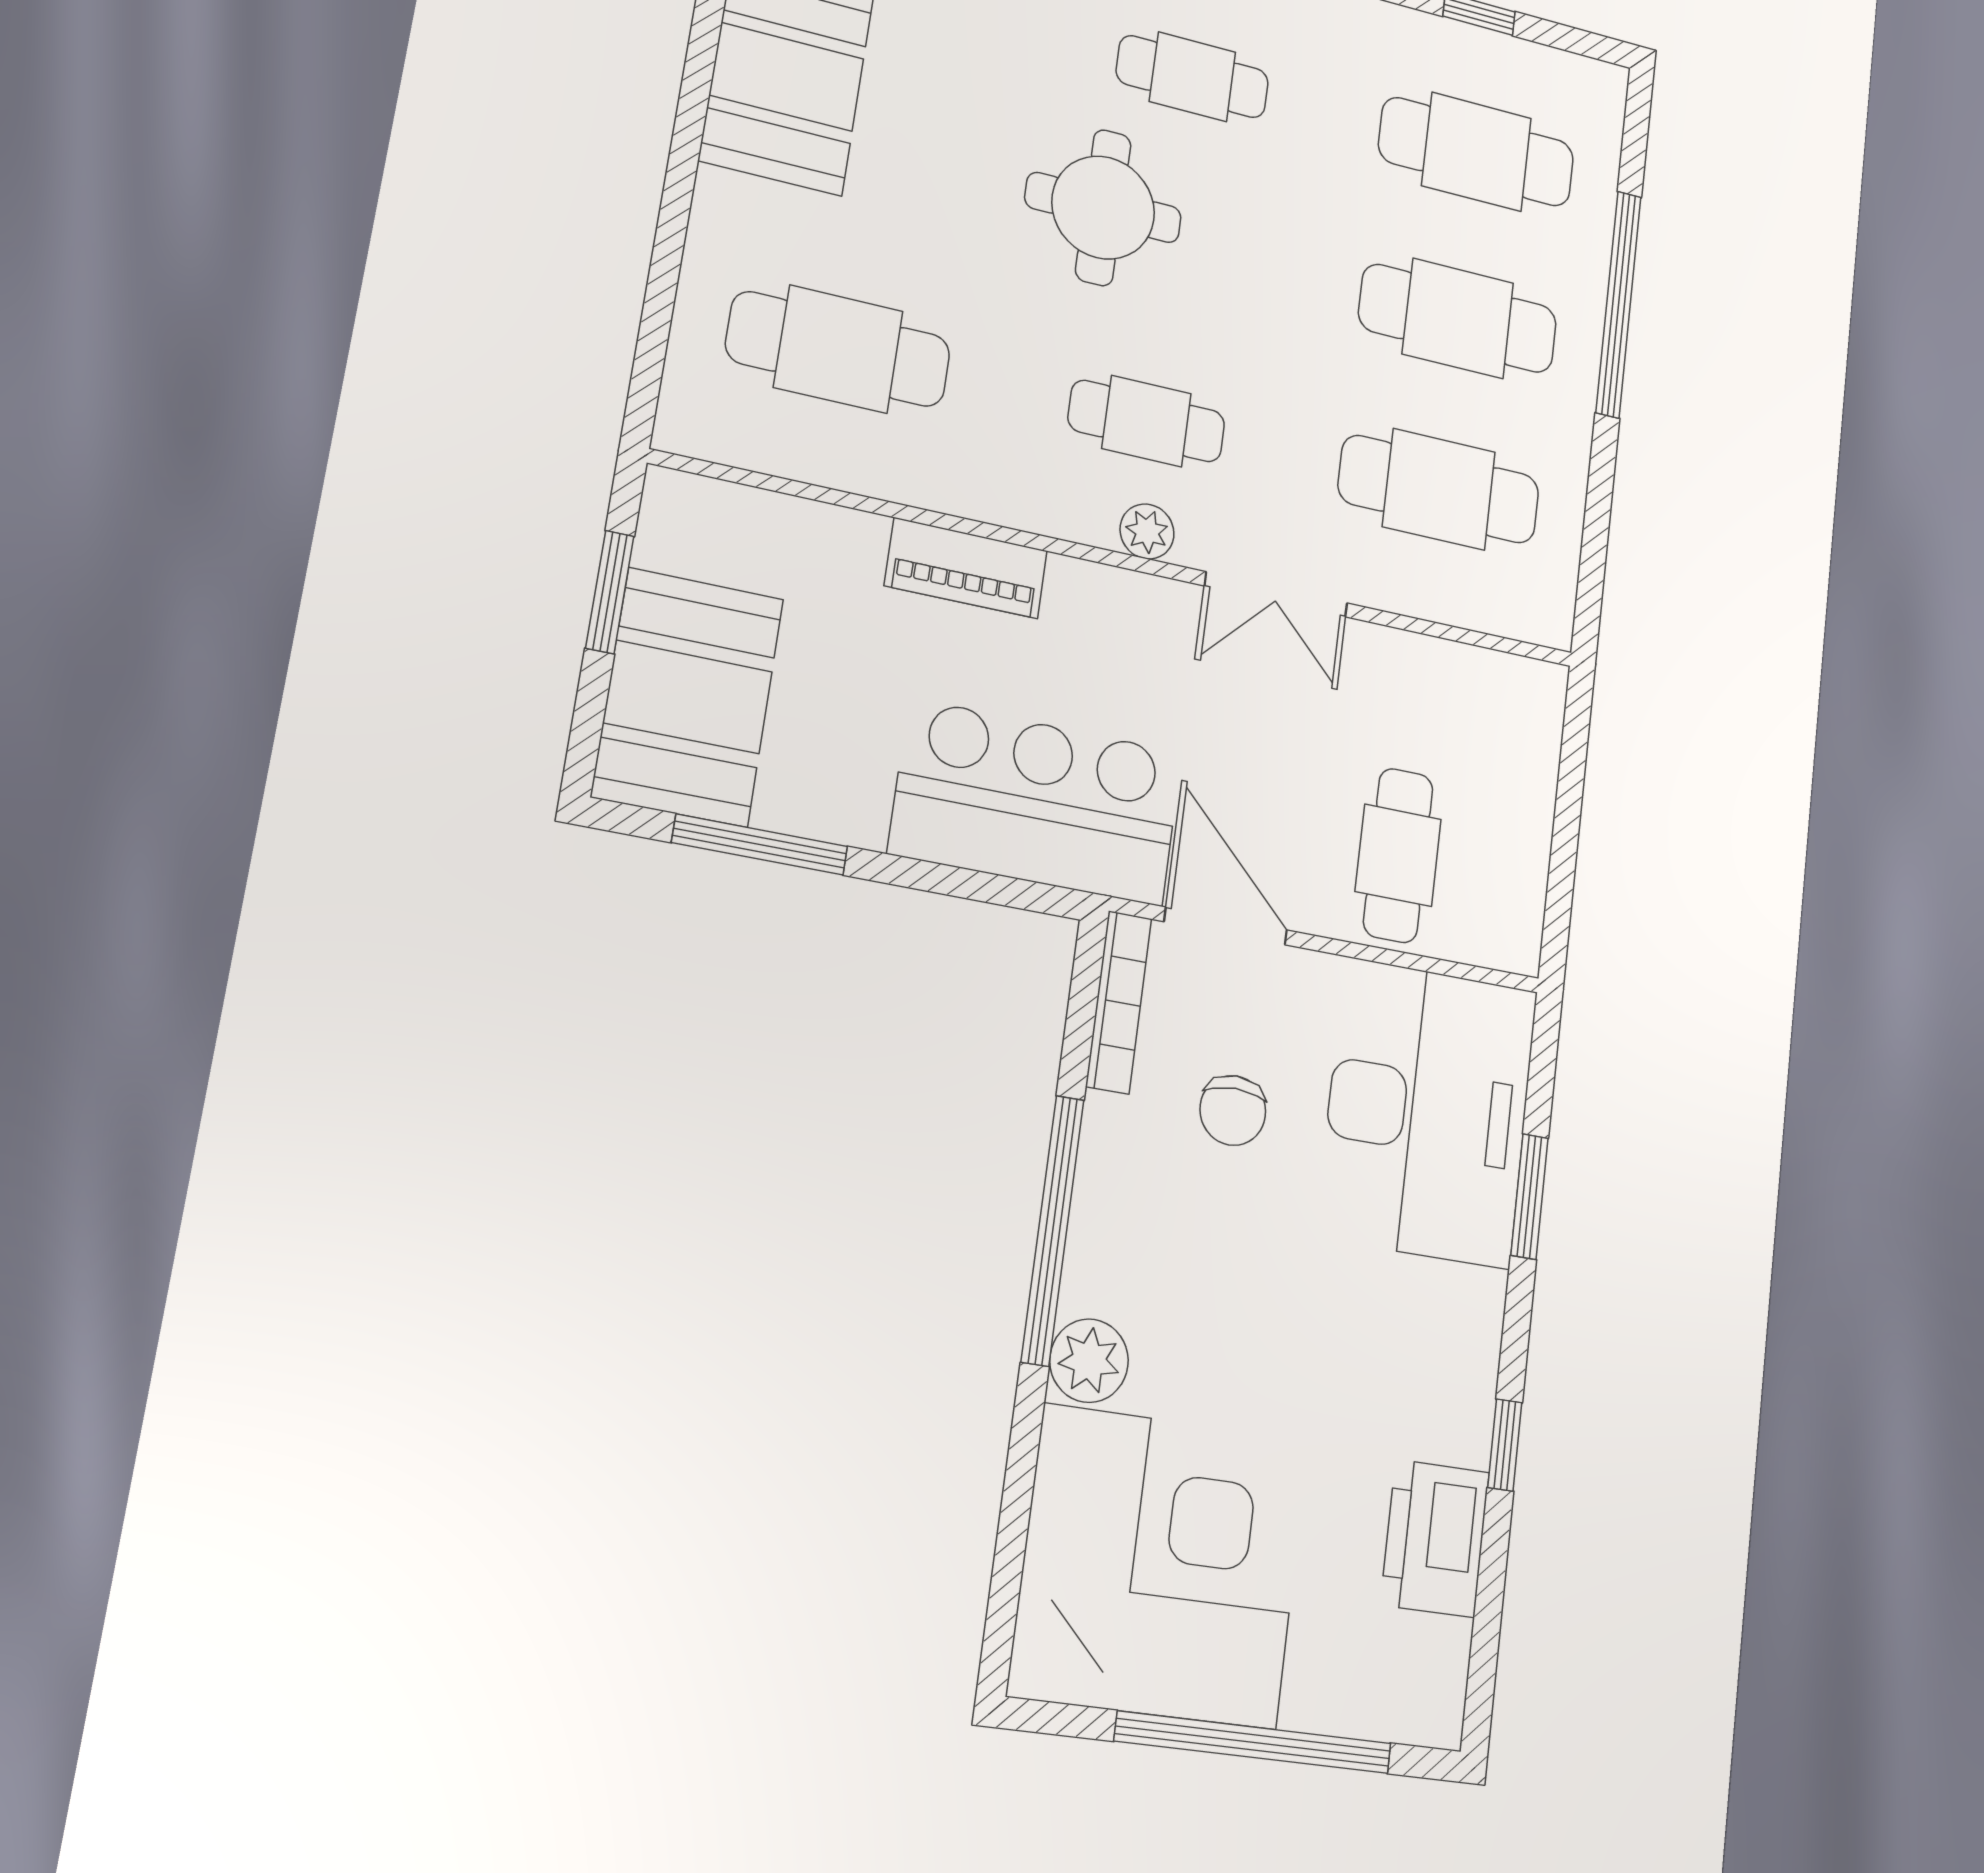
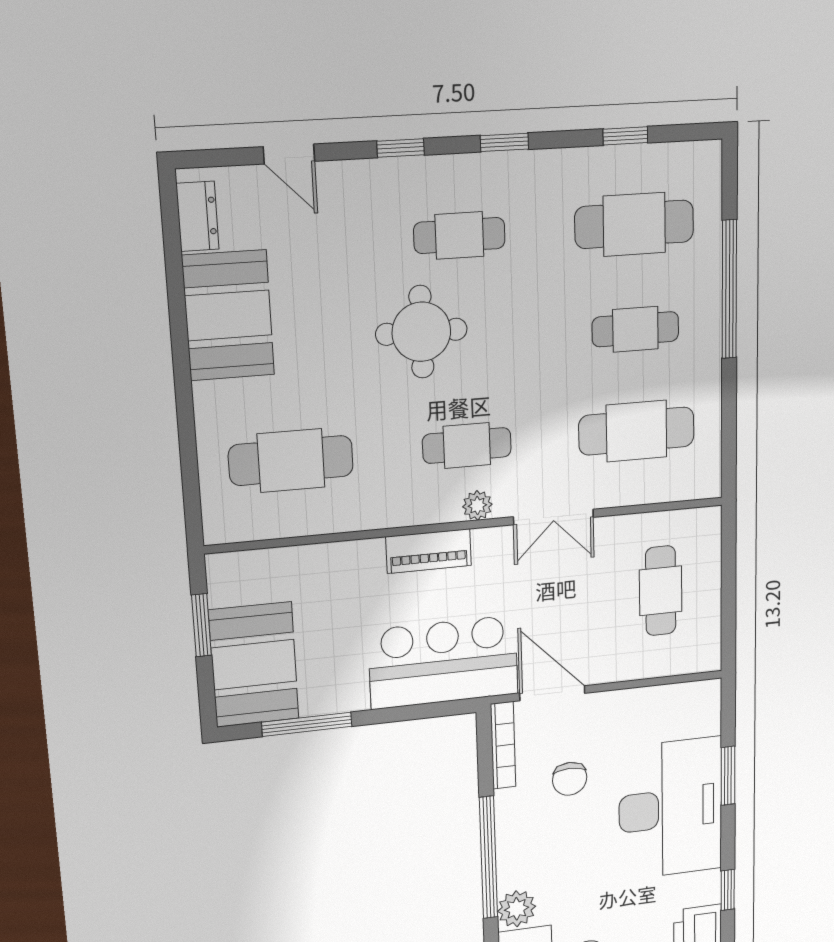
cafe table: (1458, 318) -> (635, 329), width x0.73, depth x0.74
piano: (966, 568) -> (429, 551), moved
cafe table: (1398, 855) -> (661, 591), moved
desk: (1428, 1113) -> (671, 809), moved

